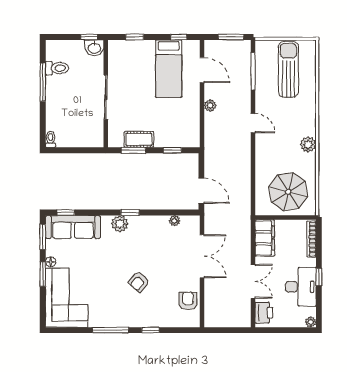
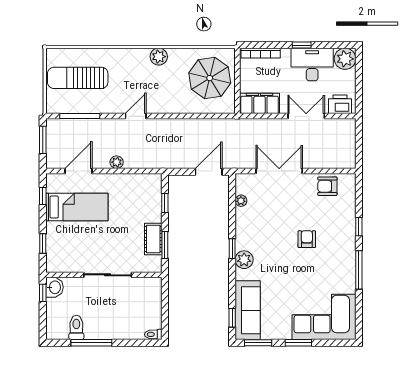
floor lamp: (51, 262) -> (285, 334), removed
armchair: (139, 282) -> (307, 239), turned -132
plant: (311, 322) -> (345, 59), width x1.87, depth x1.87

